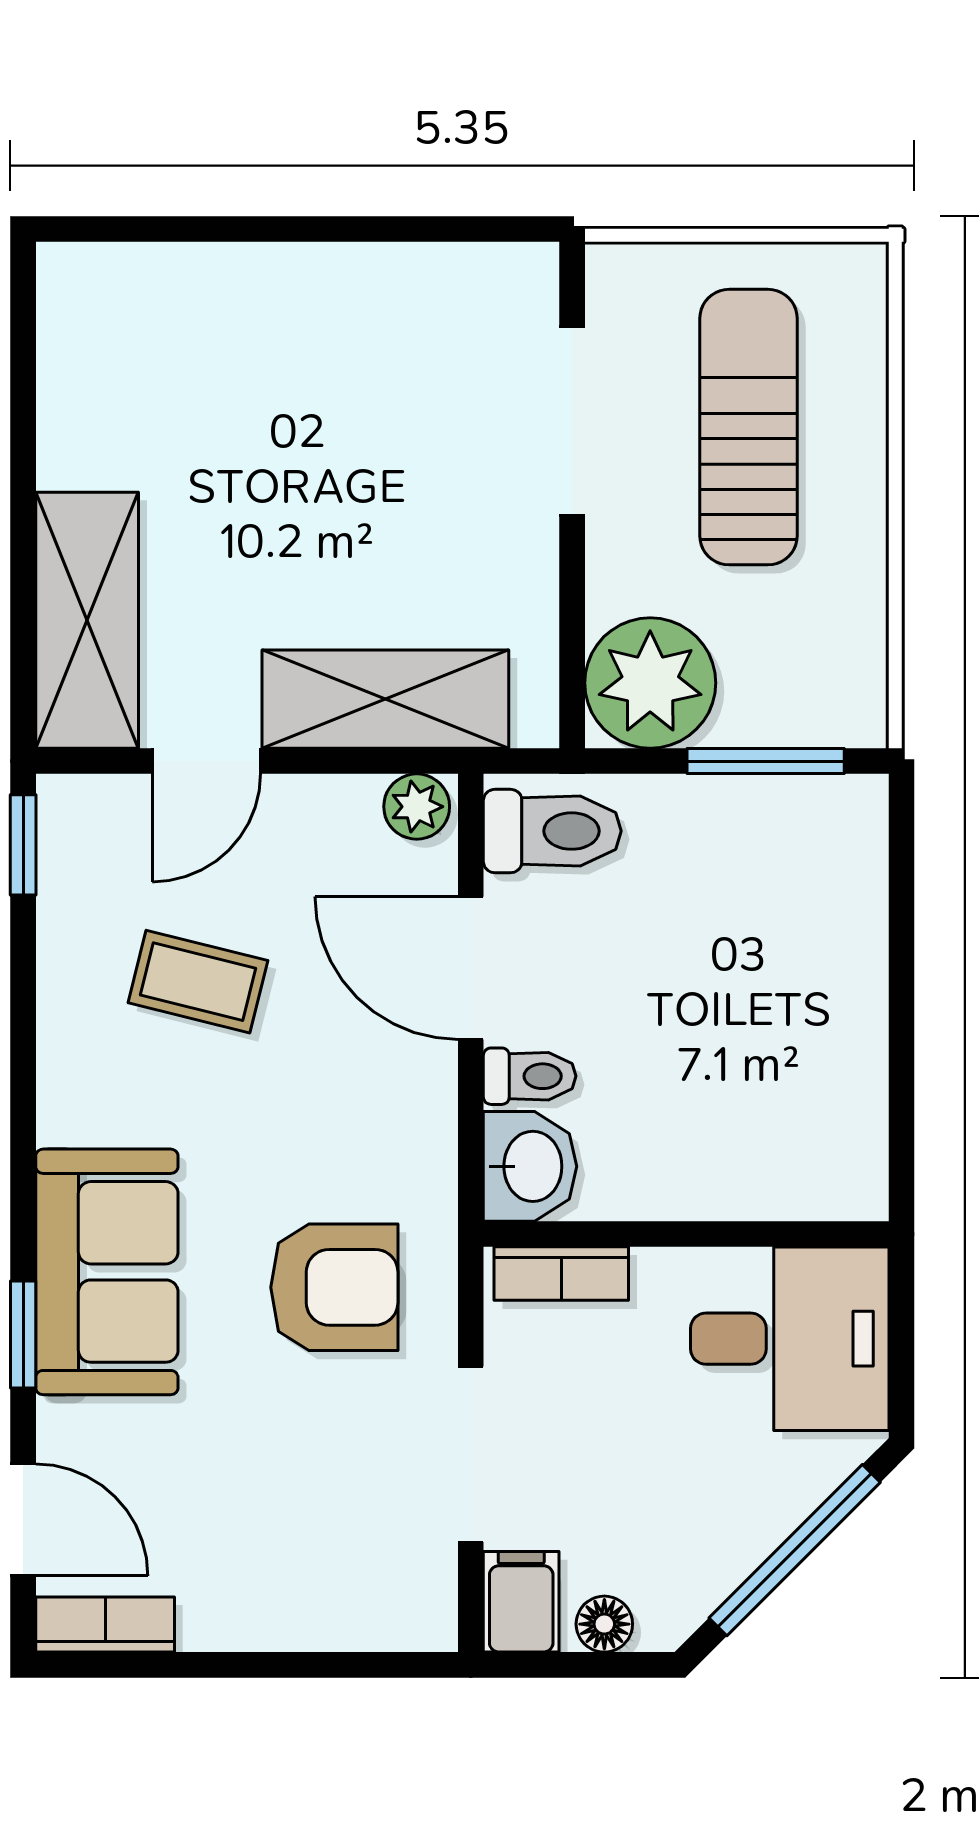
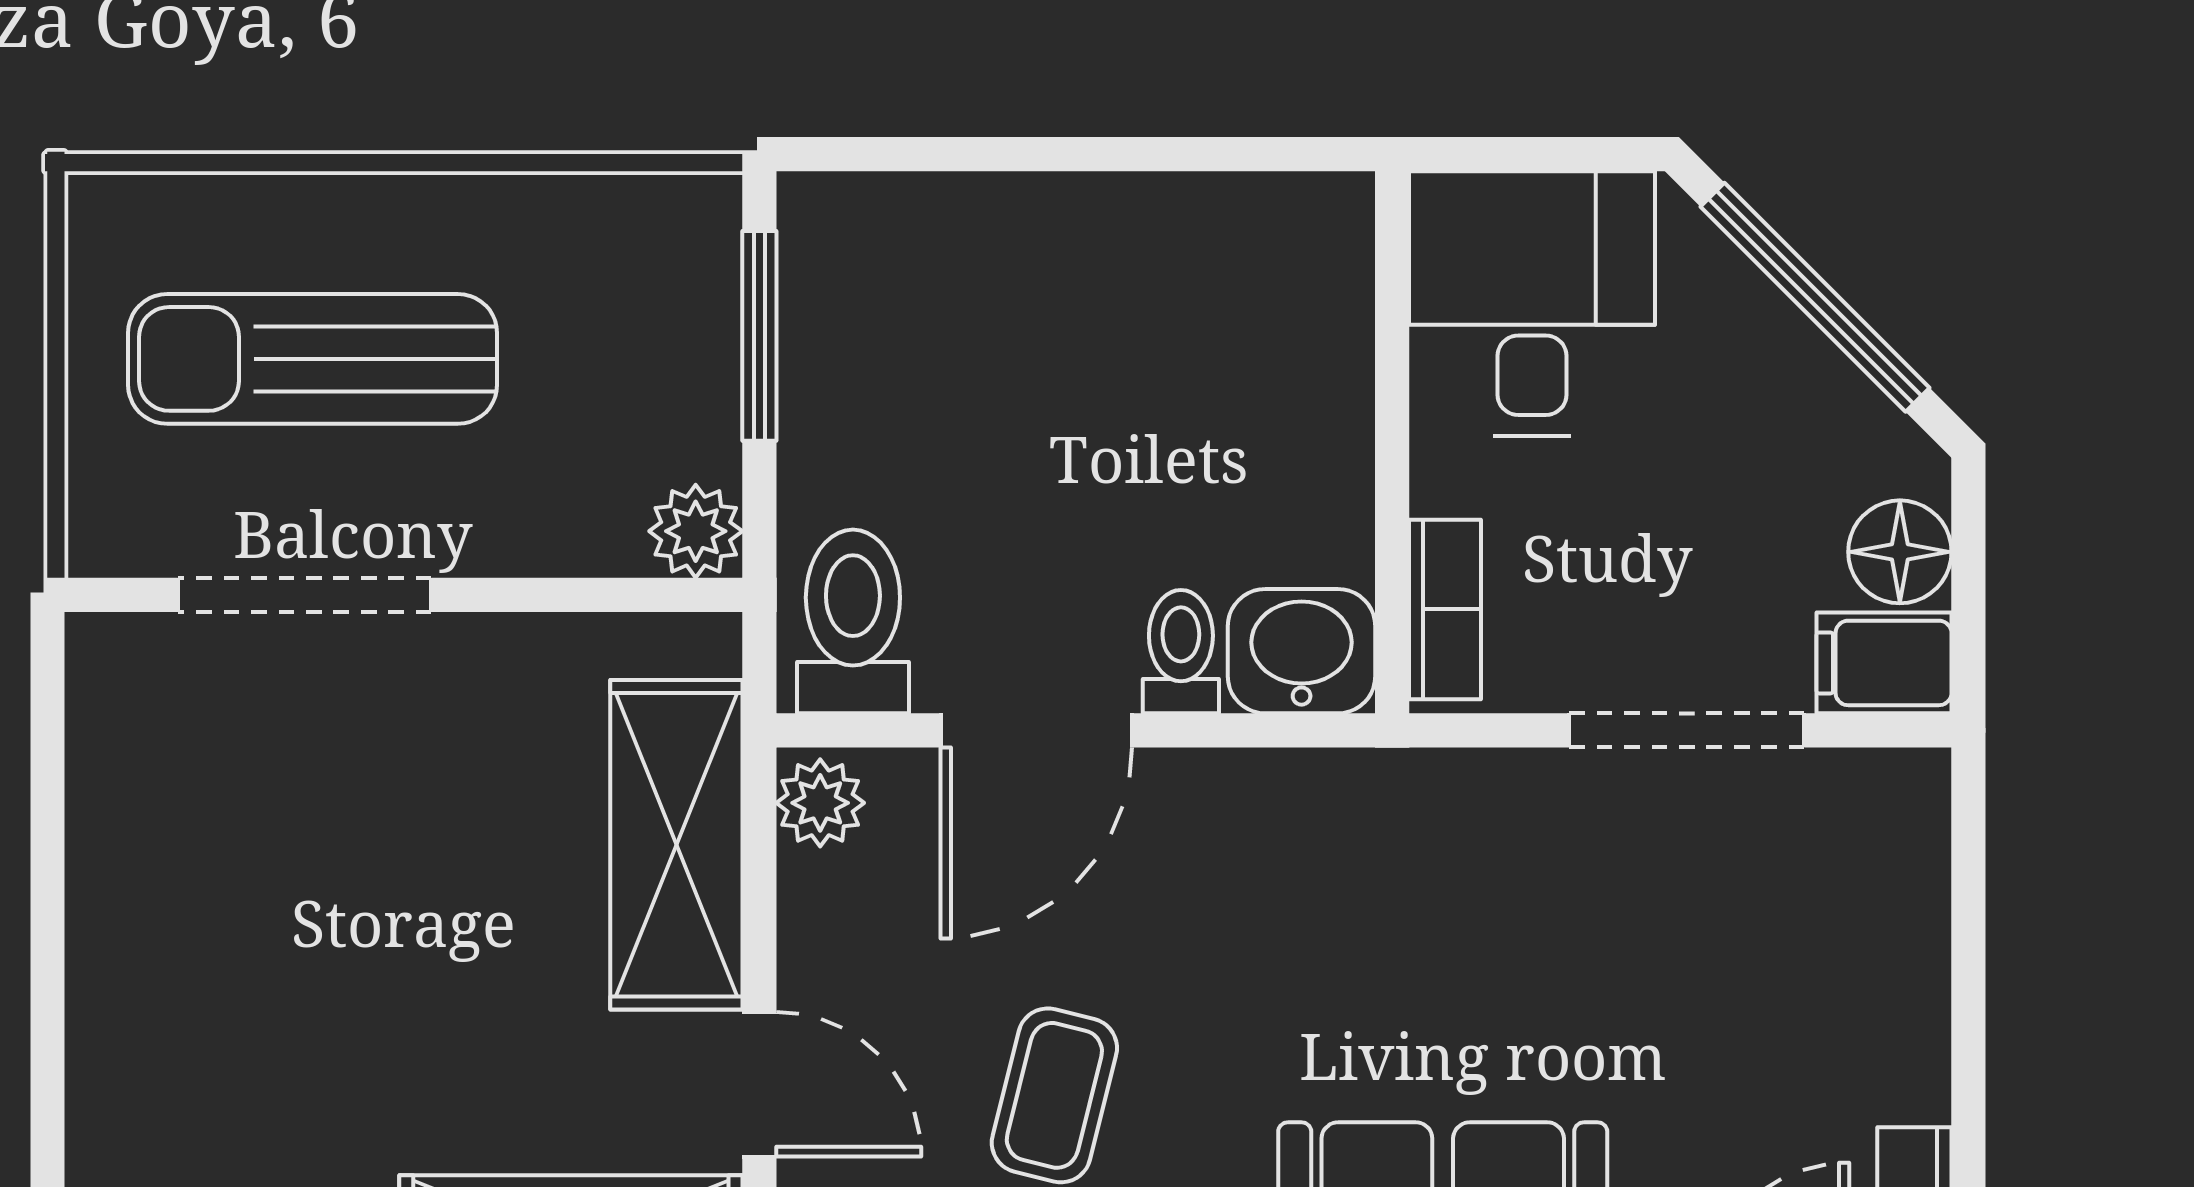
plant: (650, 683) -> (696, 531), width x0.53, depth x0.53
armchair: (334, 1287) -> (1463, 913), removed
floor lamp: (604, 1624) -> (1900, 552), width x1.37, depth x1.37

